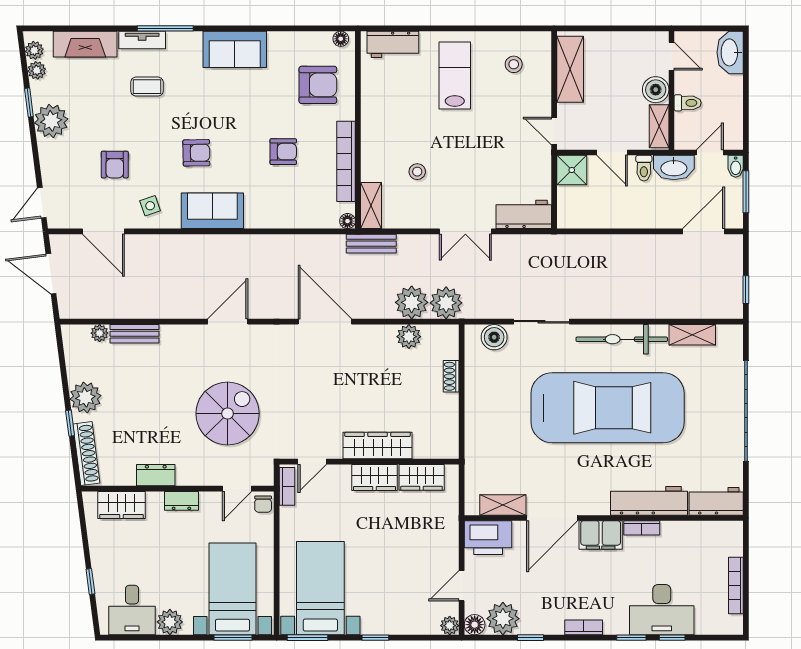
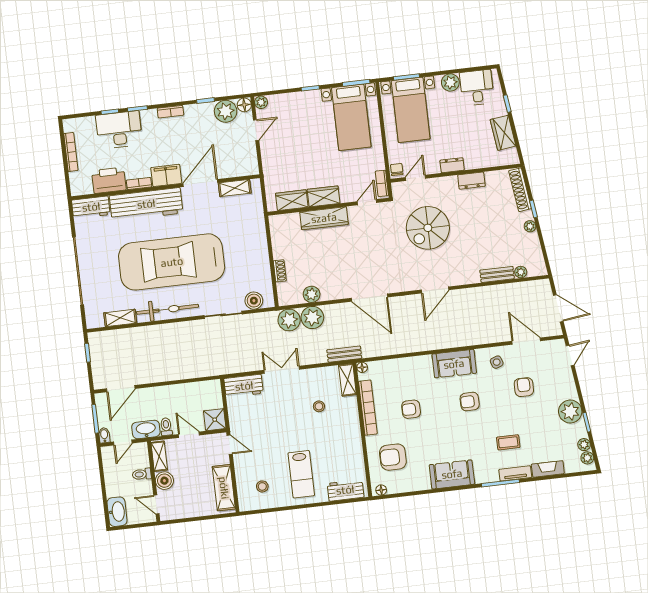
fireplace: (85, 44) -> (548, 469), width x0.73, depth x0.76
plant: (85, 397) -> (530, 226), width x0.53, depth x0.53
workbench: (649, 501) -> (146, 204), width x1.36, depth x1.32
wardrobe: (121, 505) -> (503, 133), moved, turned -97
printer: (488, 538) -> (109, 180), moved

